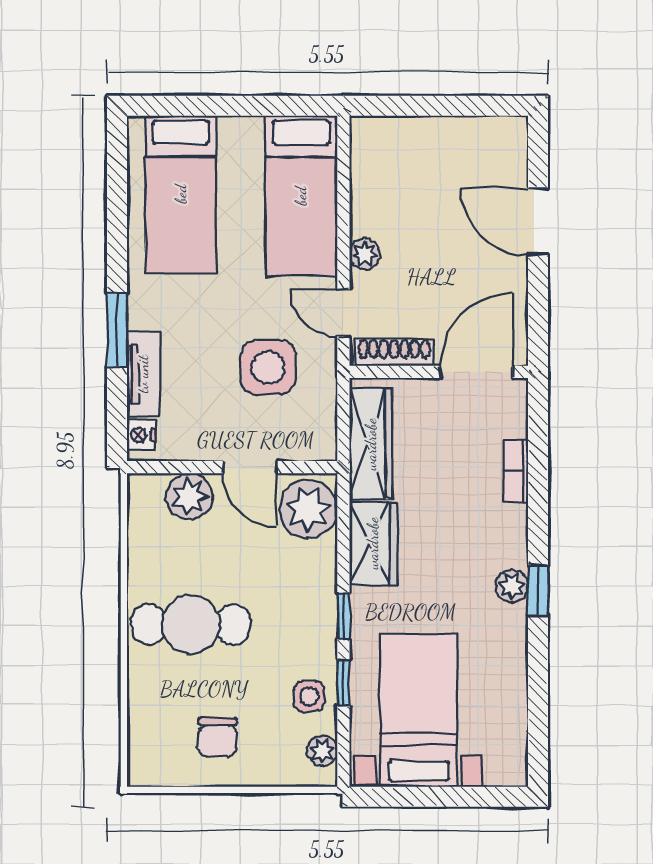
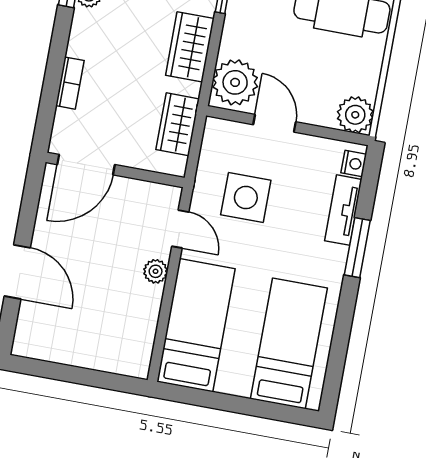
shoe rack: (394, 353) -> (147, 191), removed
wardrobe: (371, 444) -> (178, 124), width x0.67
plant: (189, 496) -> (355, 115), moved

